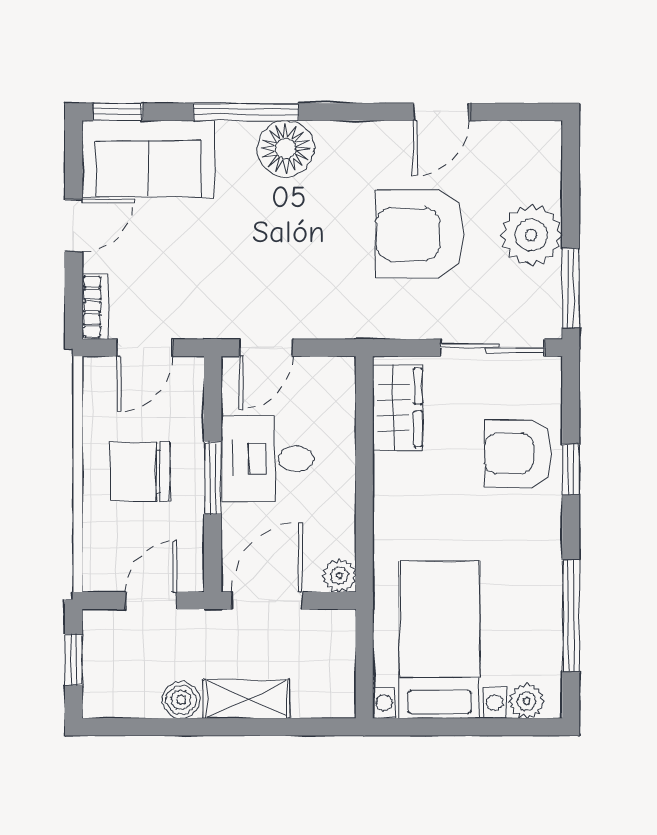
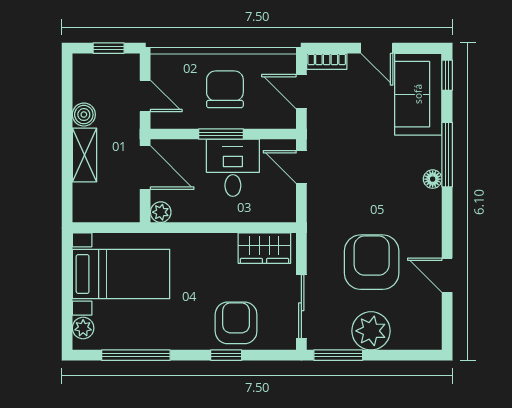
floor lamp: (286, 149) -> (433, 179), width x0.53, depth x0.53

